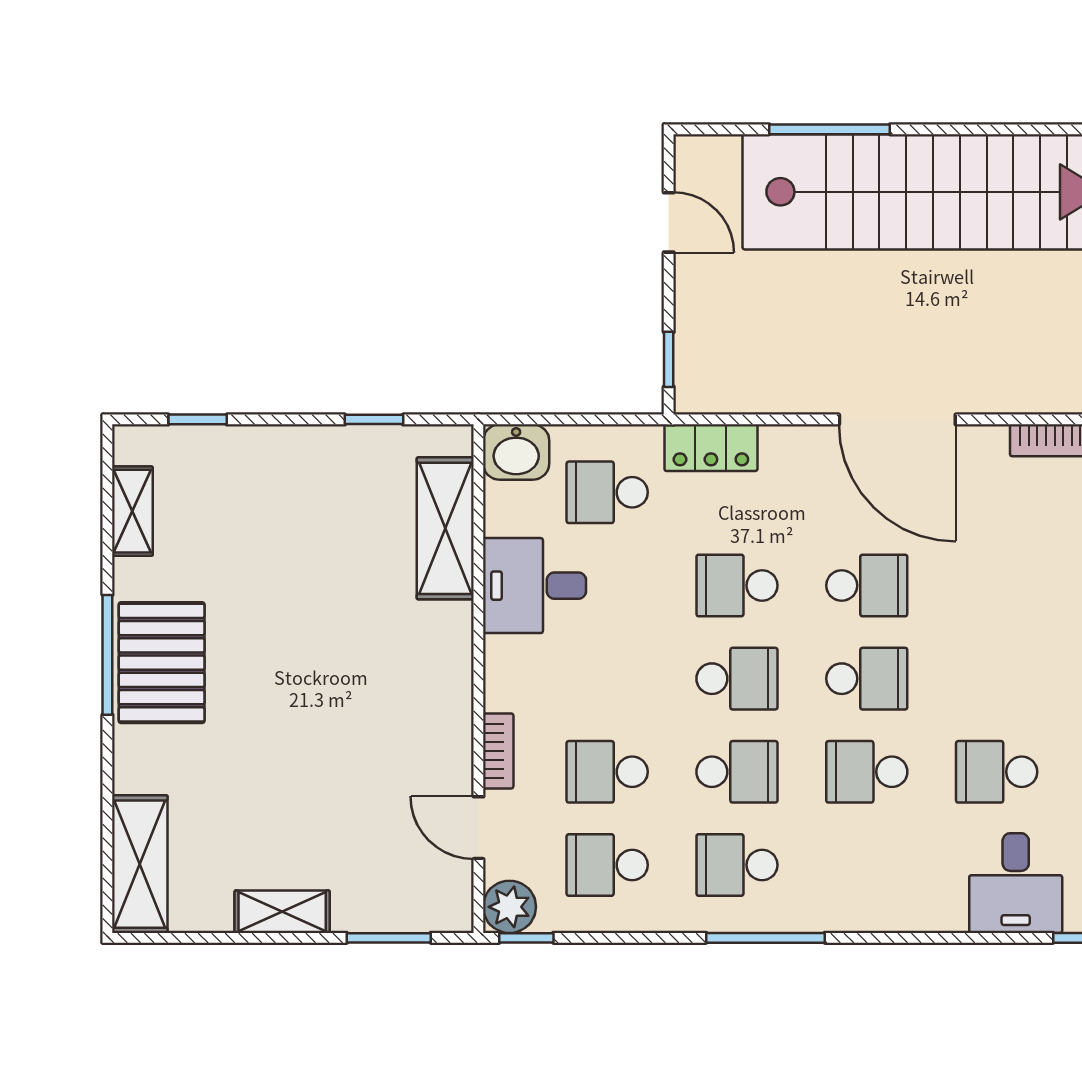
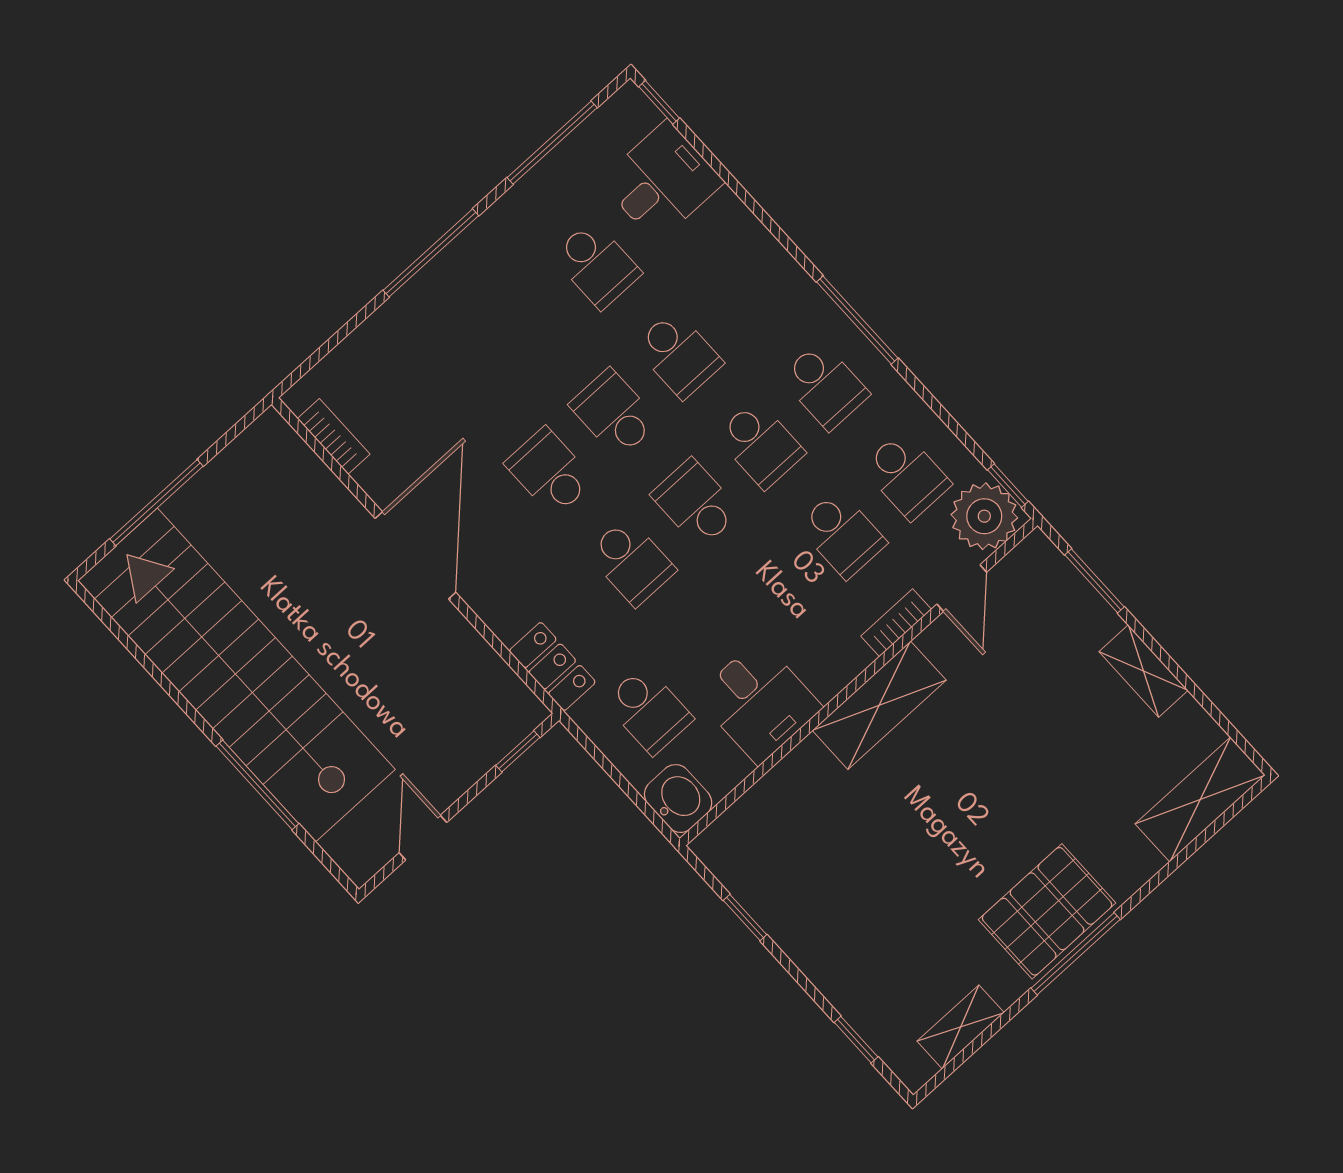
shelving: (445, 528) -> (879, 705), moved
school desk: (737, 772) -> (760, 444), turned 180
plant: (509, 907) -> (984, 516), width x1.36, depth x1.36

